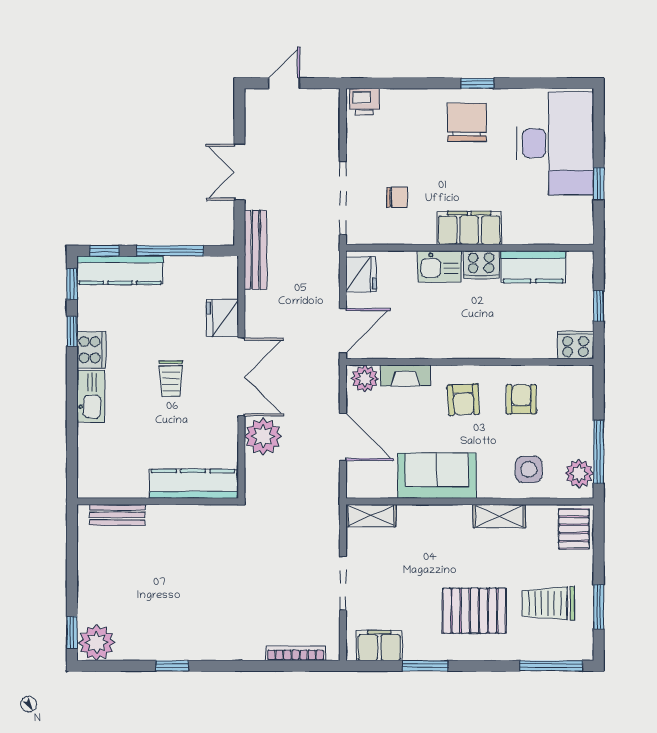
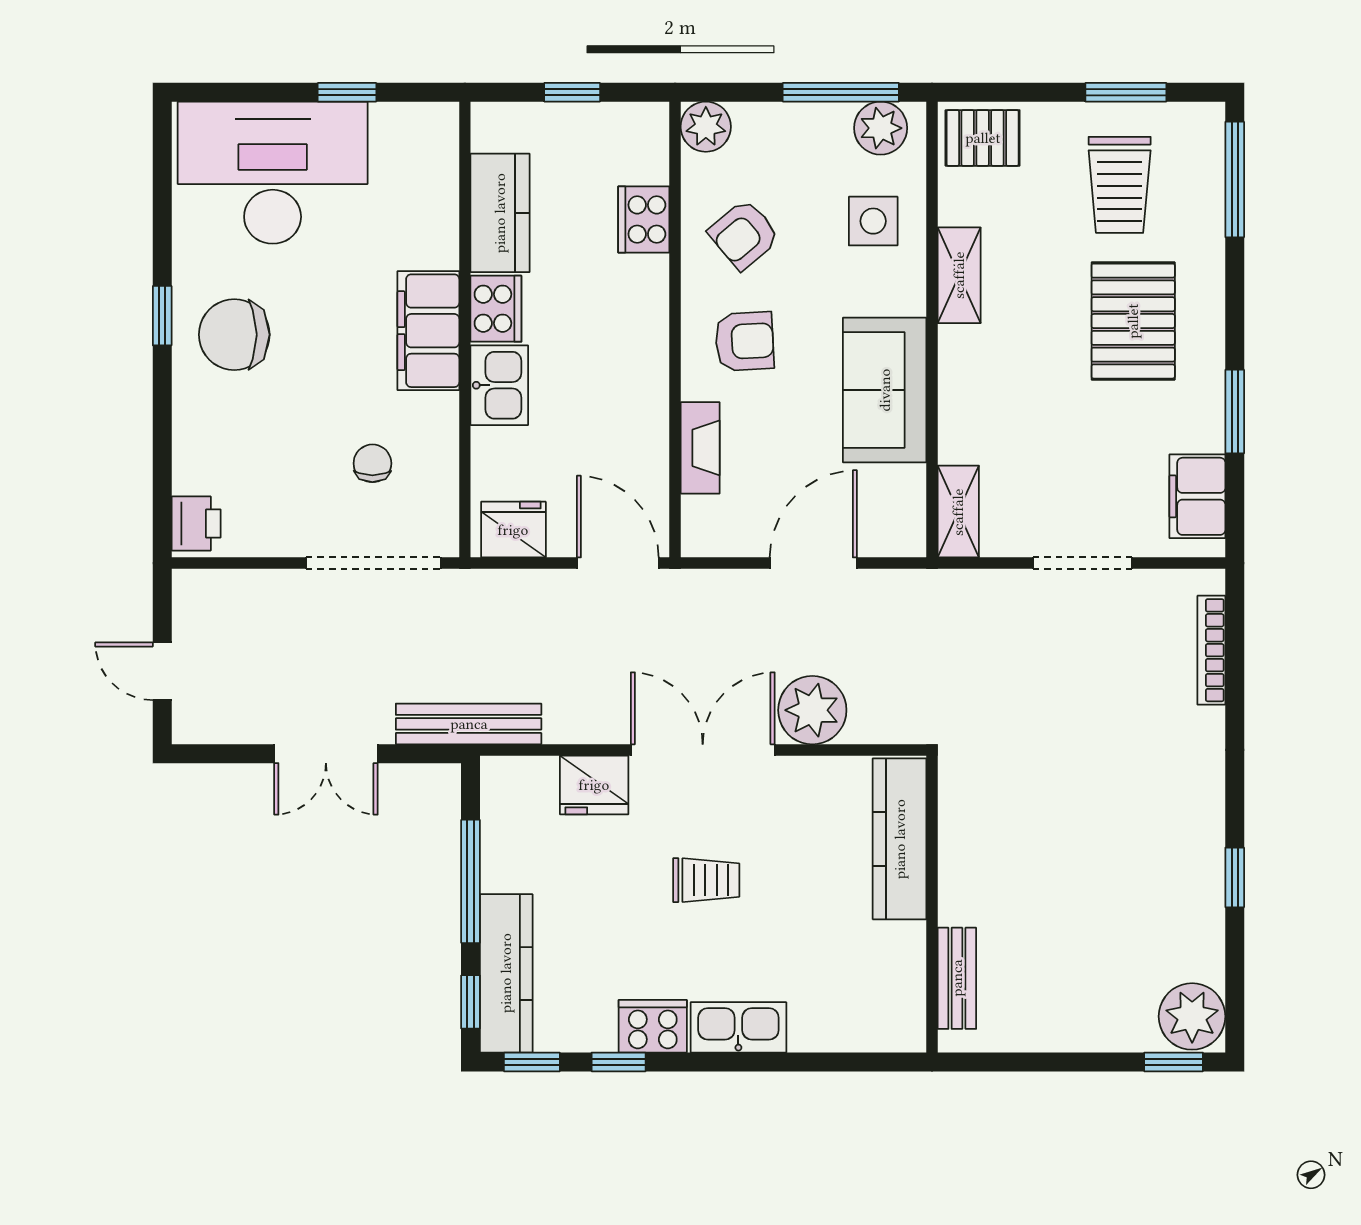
cooker: (576, 345) -> (644, 220), moved
plant: (365, 379) -> (706, 127), moved
armchair: (521, 399) -> (744, 235), turned -40

